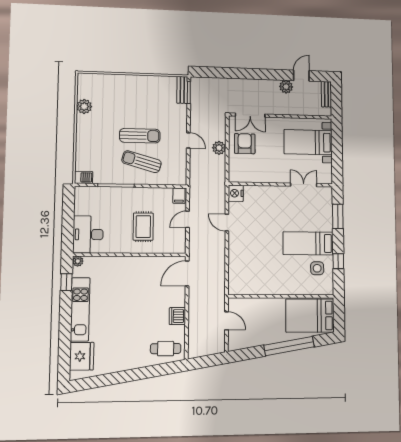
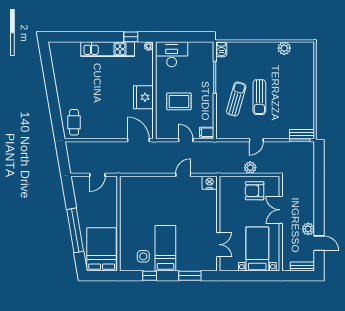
double door: (250, 115) -> (281, 210), moved
armchair: (245, 144) -> (255, 191), turned 180
dishwasher: (177, 316) -> (102, 132), removed
fridge: (82, 356) -> (143, 97), moved, turned 90

